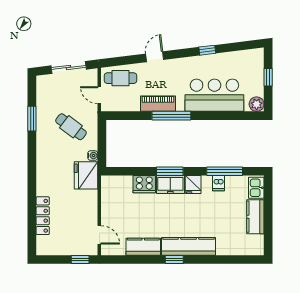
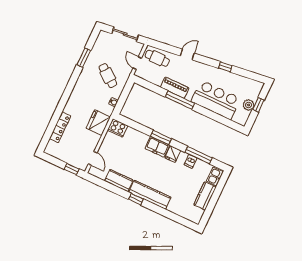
plant: (257, 104) -> (249, 105), moved
fridge: (86, 175) -> (98, 123), moved
cooker: (144, 184) -> (118, 128), moved

